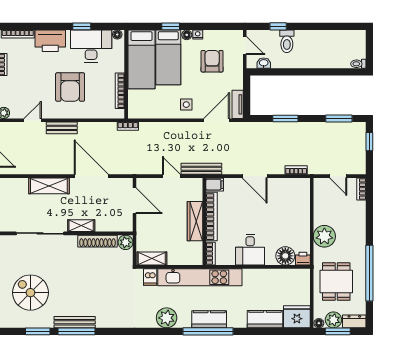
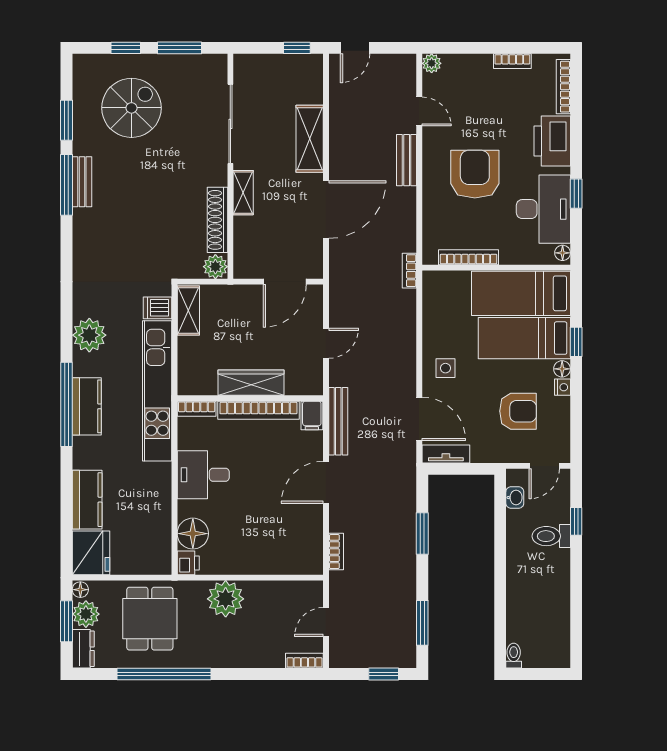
armchair: (70, 87) -> (475, 174), turned 90
bench: (201, 169) -> (338, 421), moved
dining table: (336, 282) -> (150, 619), turned 90
bench: (75, 322) -> (82, 182), width x0.73

